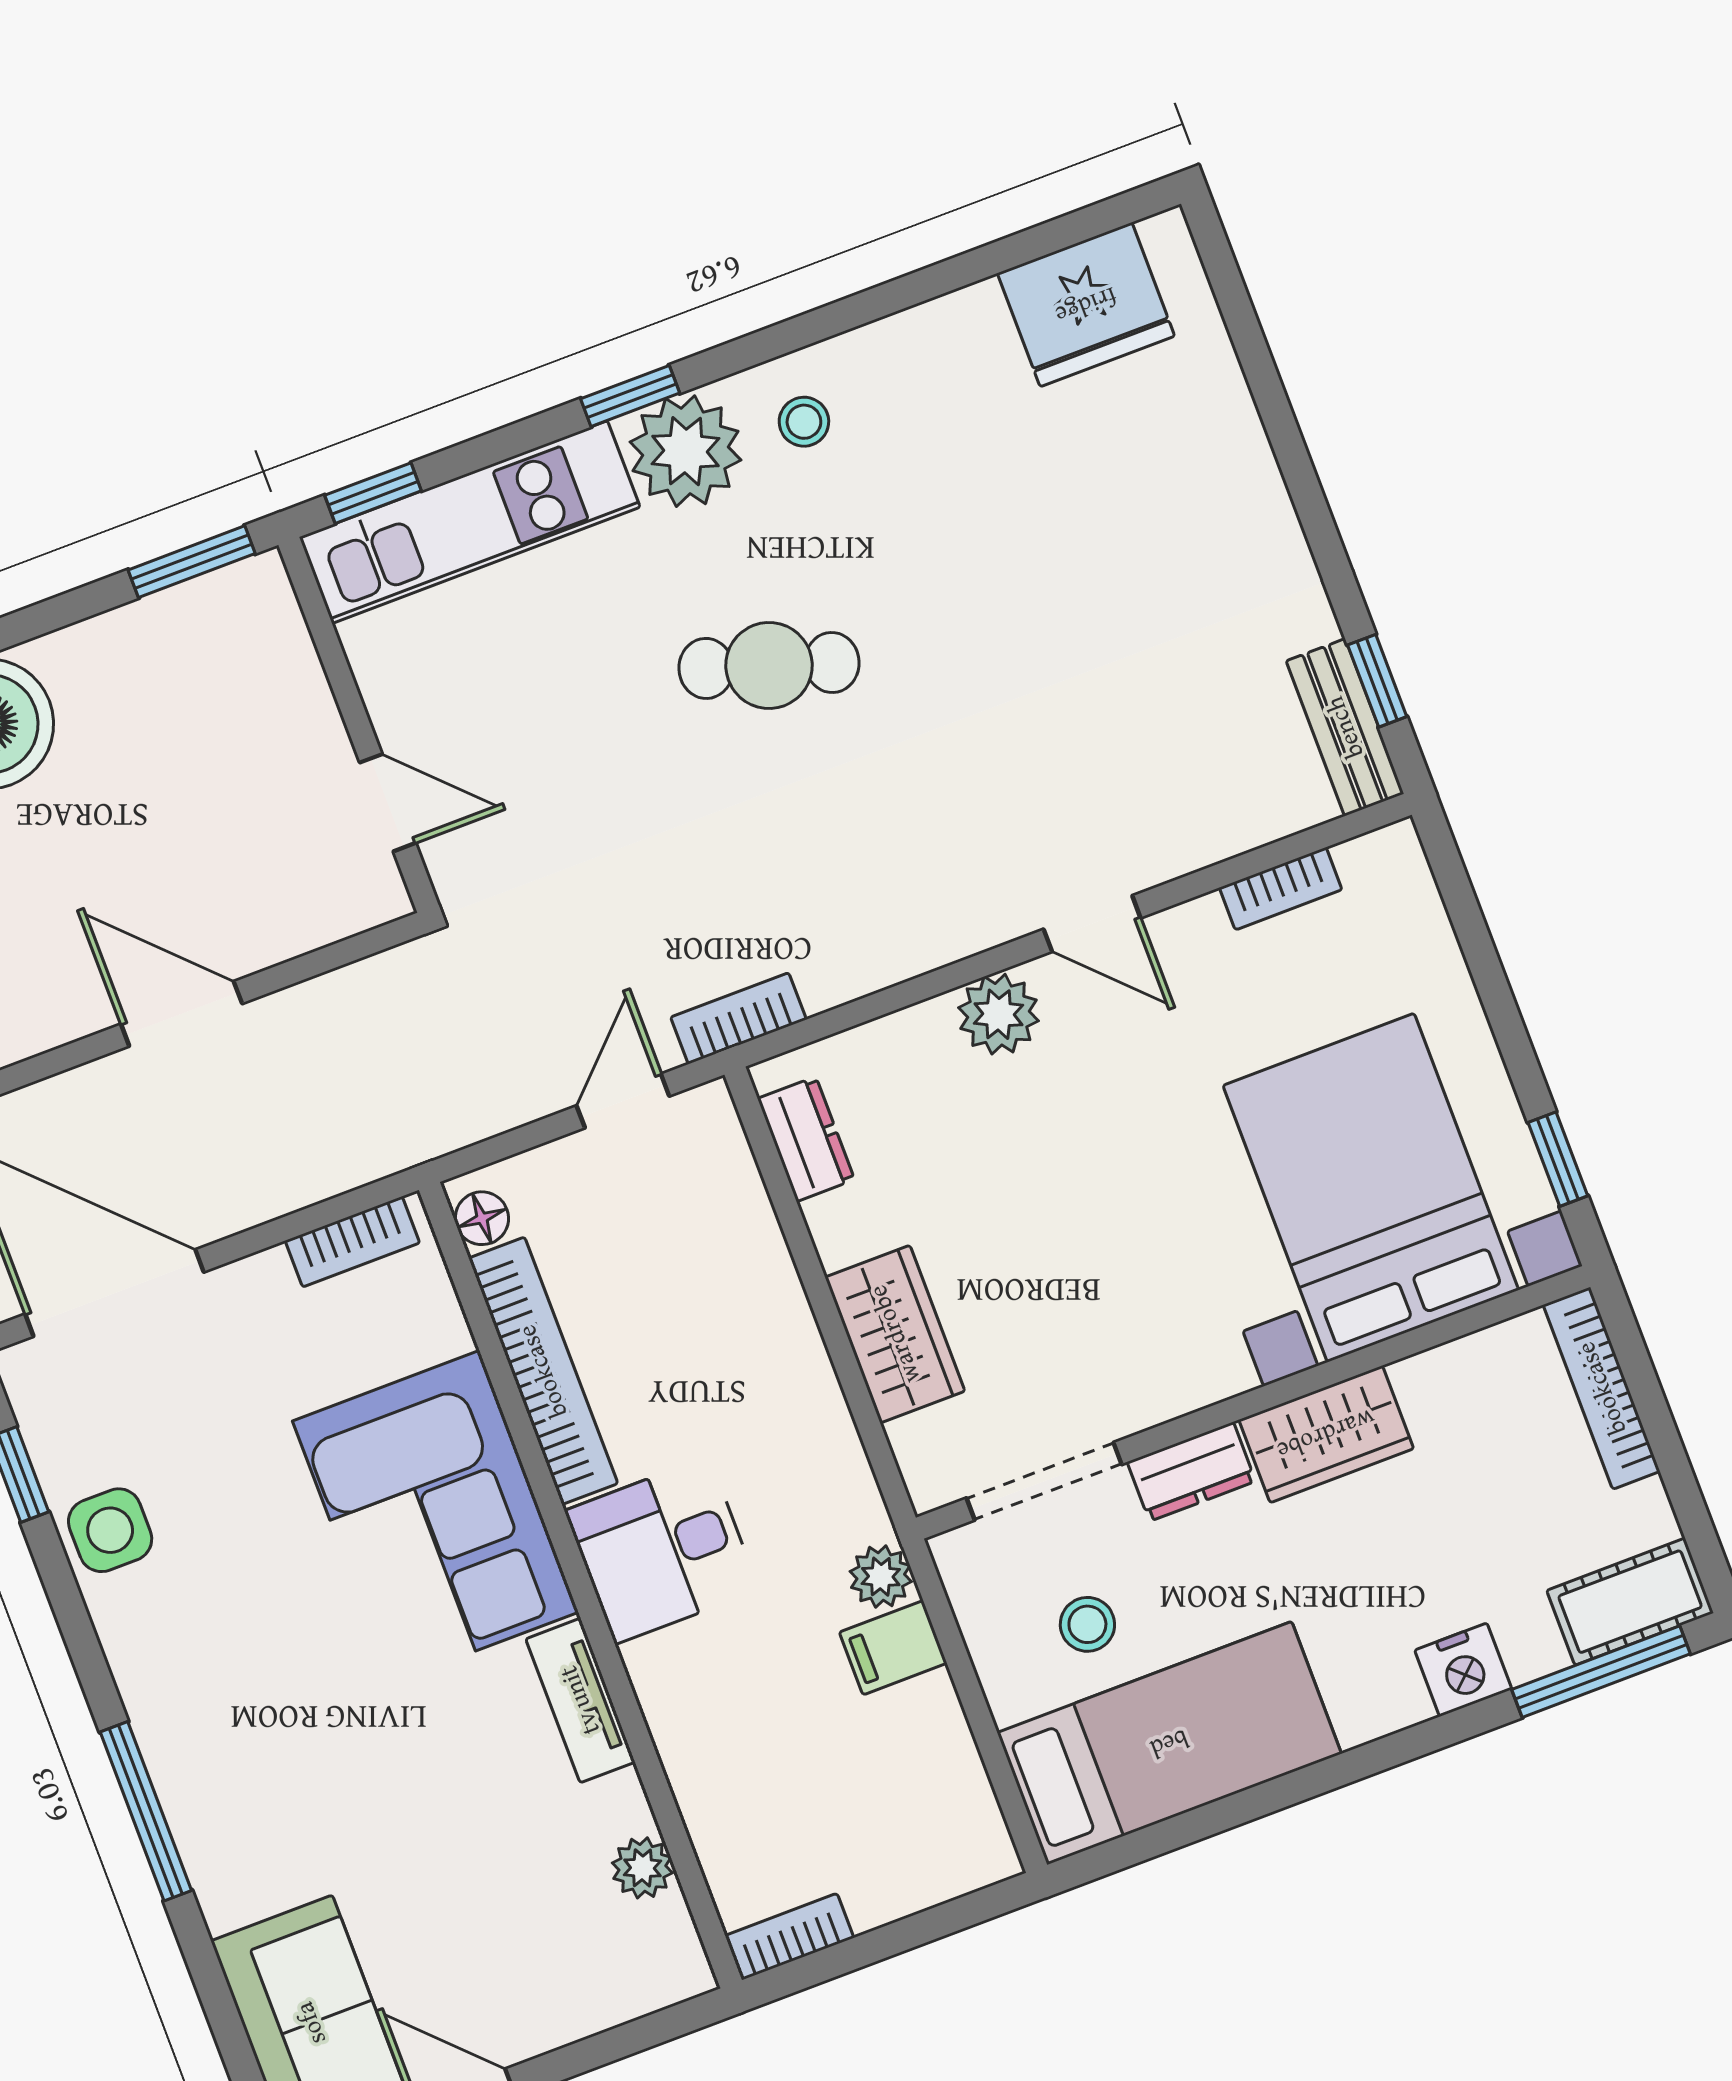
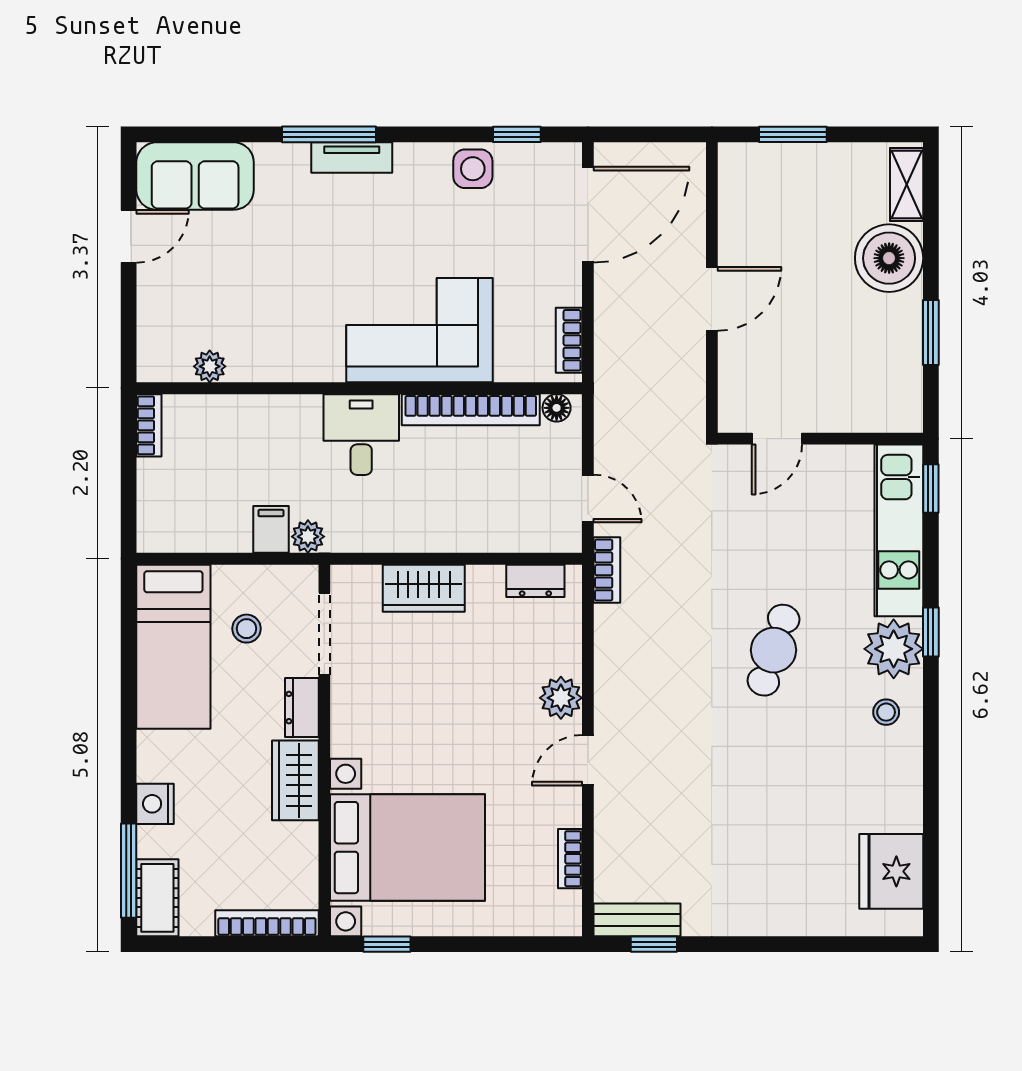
window: (192, 562) -> (931, 333), moved
tv unit: (580, 1700) -> (352, 158), moved, turned 180

